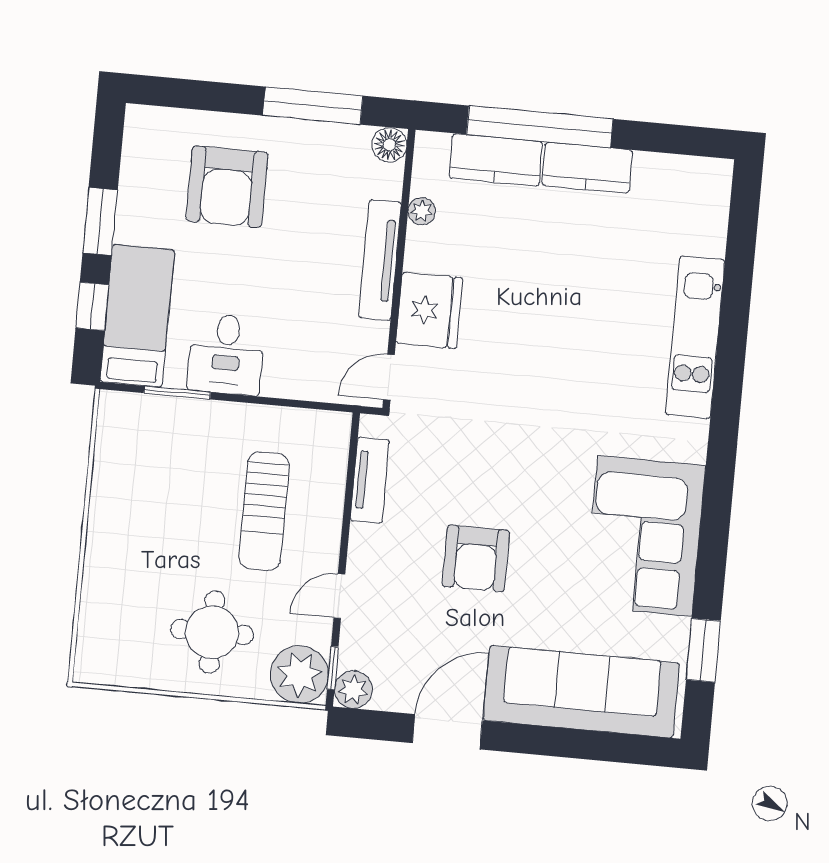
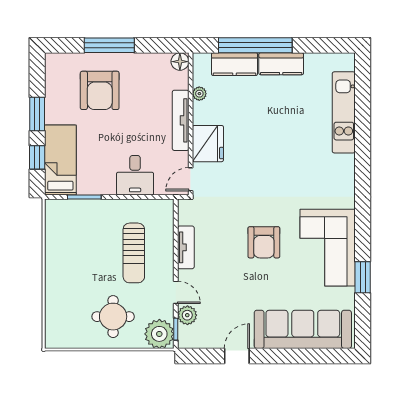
window: (313, 106) -> (109, 45), moved
kitchen unit: (695, 337) -> (344, 112), moved
desk: (226, 354) -> (135, 175), moved
tv unit: (370, 480) -> (186, 247), moved
armchair: (476, 558) -> (264, 242), moved
door: (339, 596) -> (176, 292), swing flipped
window: (703, 650) -> (363, 277), moved
plant: (353, 690) -> (187, 315), moved
door: (447, 732) -> (237, 356), width x0.73

